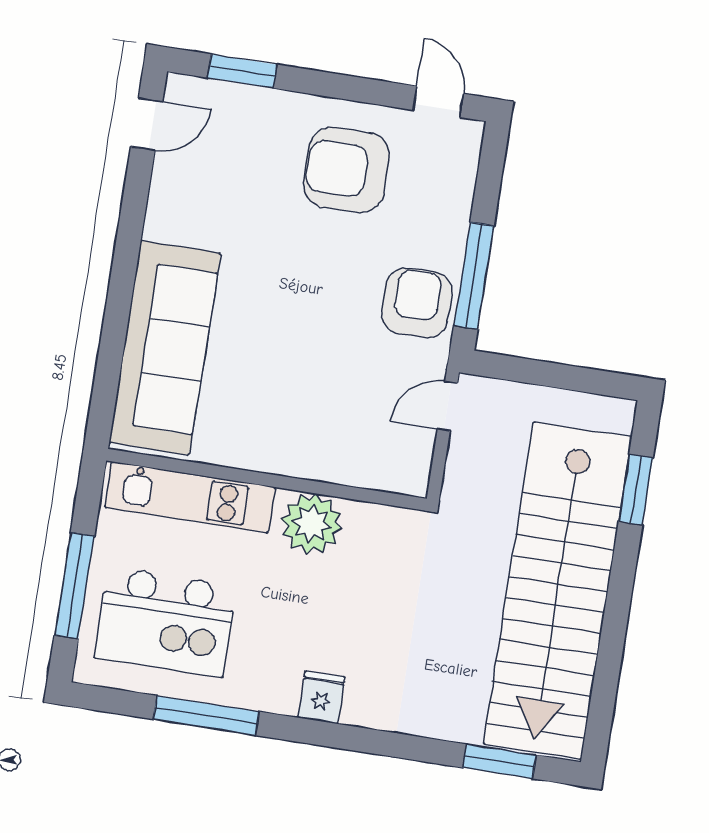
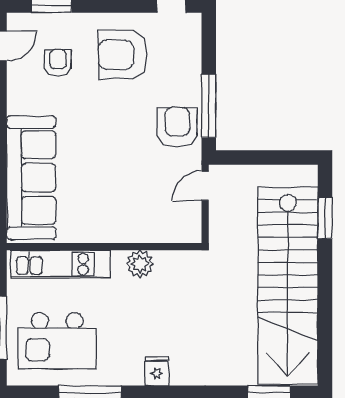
armchair: (238, 167) -> (58, 63), added
plant: (311, 524) -> (140, 264), width x0.73, depth x0.73

